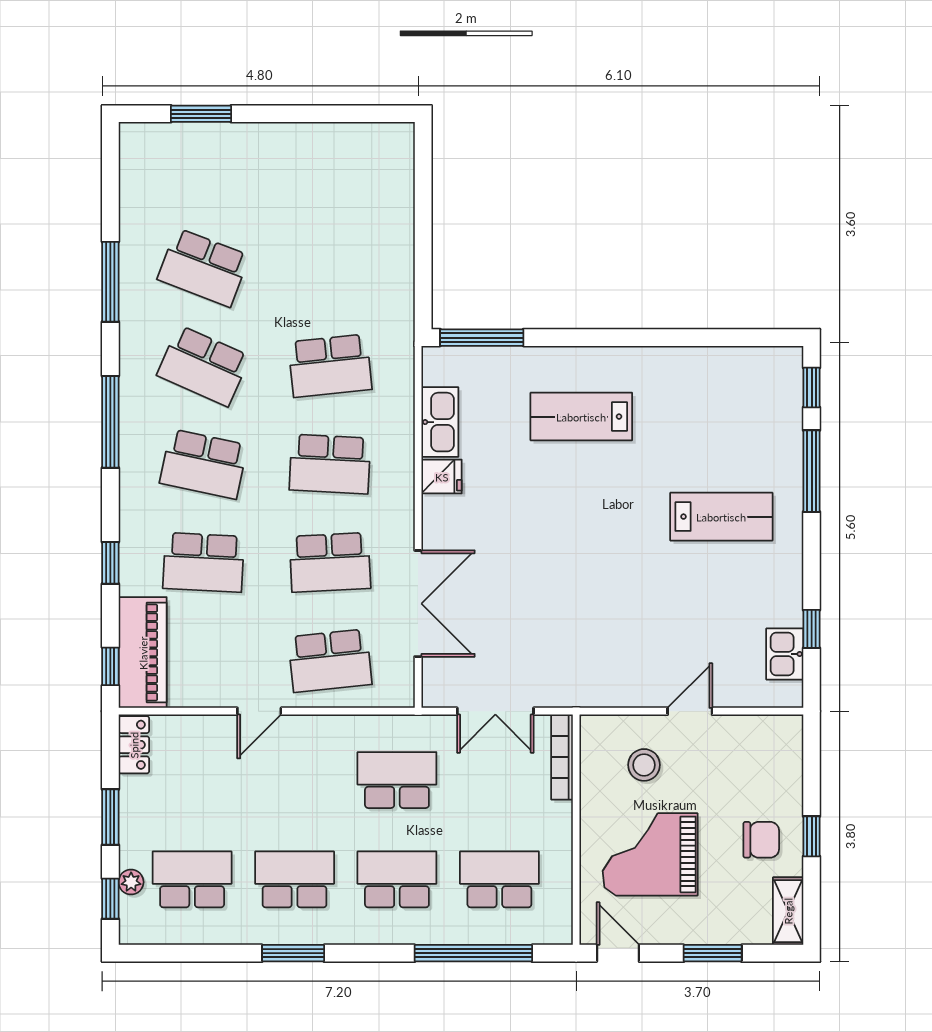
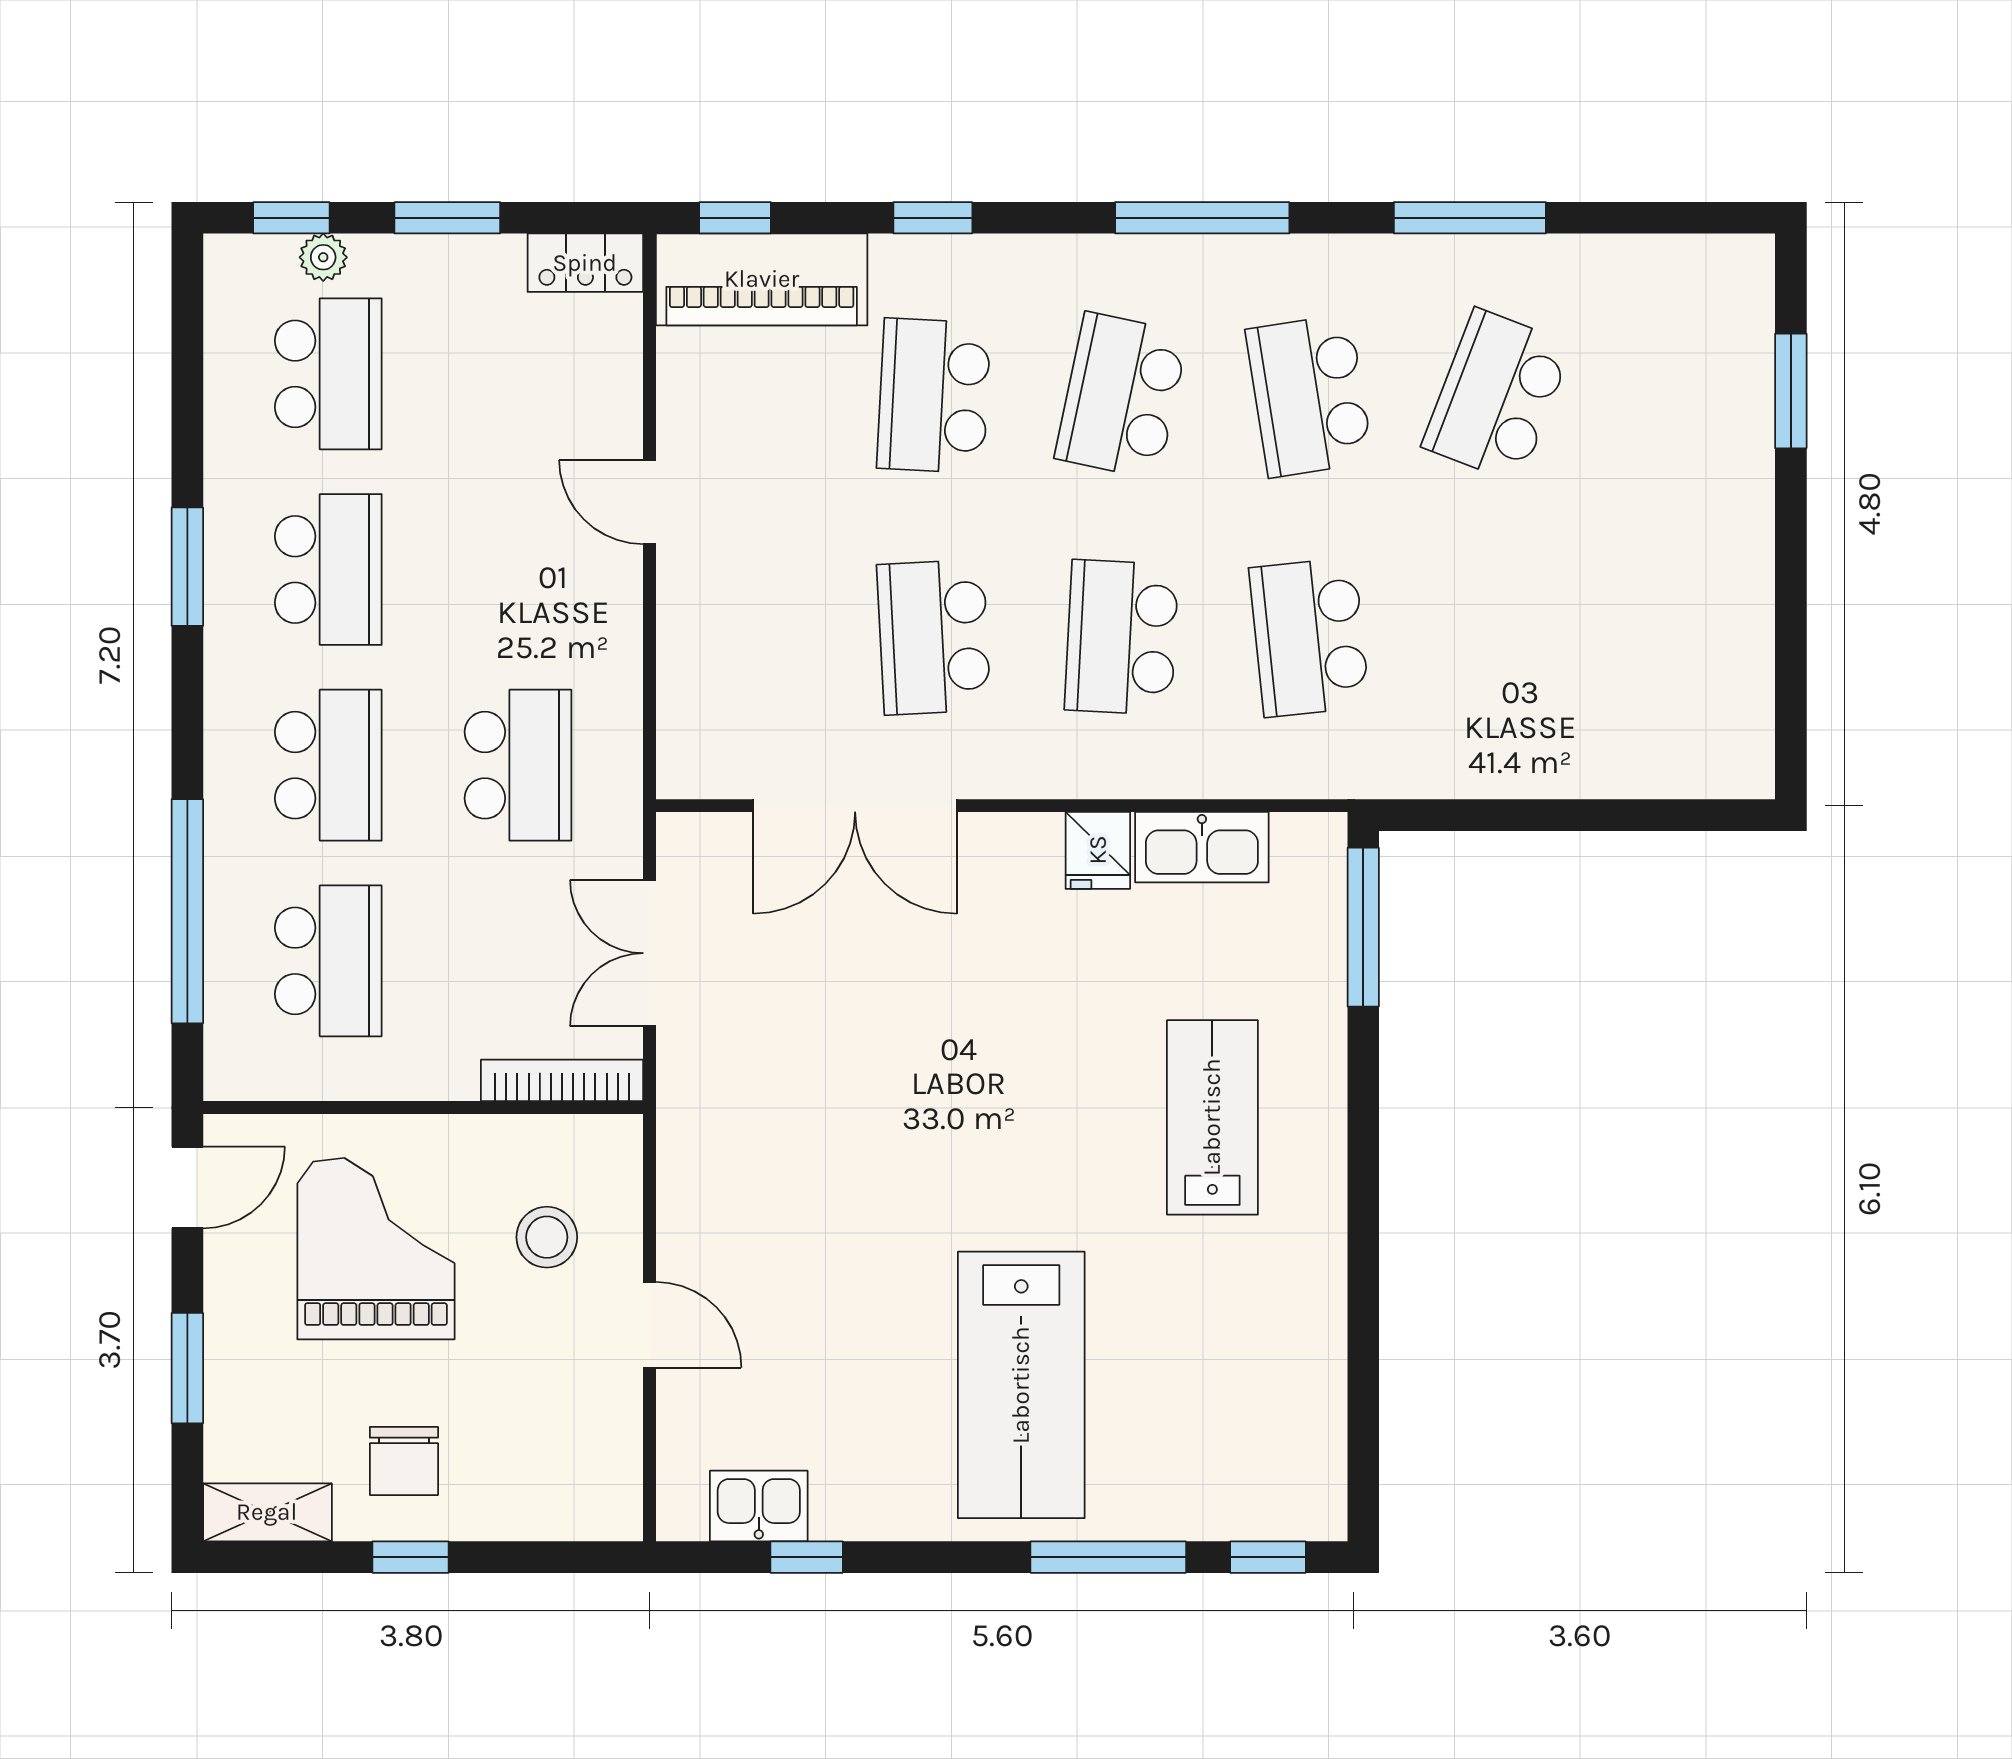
school desk: (203, 366) -> (1309, 396), turned -33
lab bench: (721, 517) -> (1021, 1385), width x1.36, depth x1.39
school desk: (330, 661) -> (746, 637), removed

